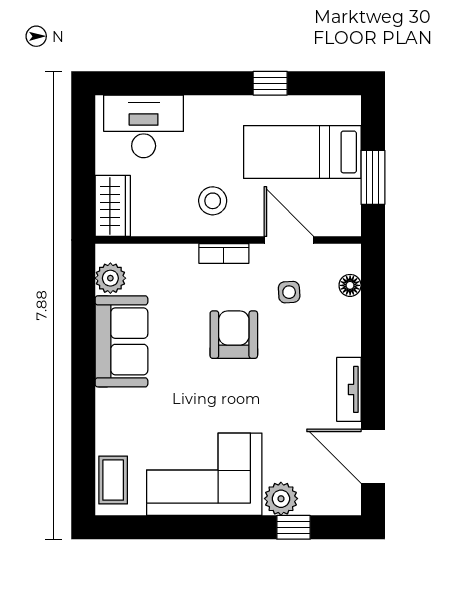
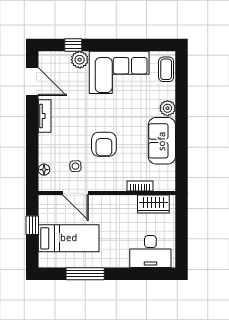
window: (270, 83) -> (85, 274), width x2.17
window: (373, 177) -> (32, 225), width x0.67
stool: (213, 201) -> (115, 213), removed
wardrobe: (113, 206) -> (153, 204), moved, turned -90
bookcase: (224, 253) -> (140, 186), moved
plant: (110, 278) -> (168, 108), moved

